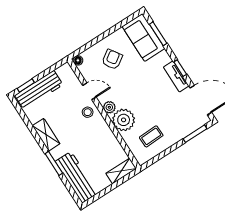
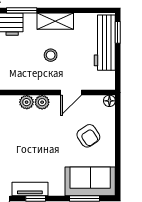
stool: (88, 112) -> (51, 55), moved
plant: (124, 120) -> (27, 102), width x0.53, depth x0.53

